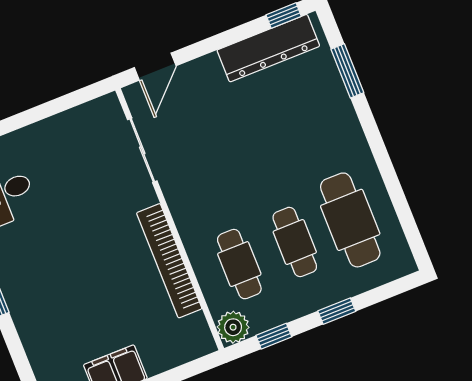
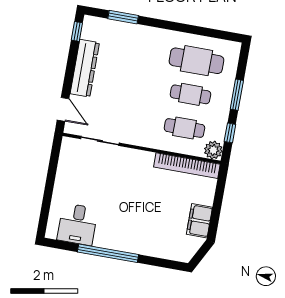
dresser: (268, 48) -> (85, 68), moved
bookcase: (169, 261) -> (187, 166), moved
window: (337, 311) -> (237, 95), width x1.50

